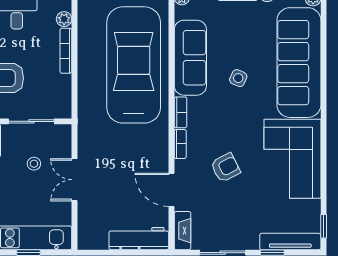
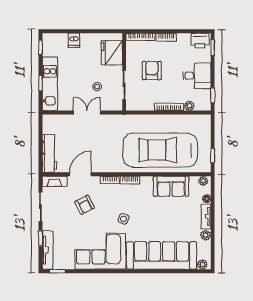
sofa: (190, 58) -> (171, 186), width x0.73
car: (134, 65) -> (160, 150), turned 180
side table: (238, 78) -> (124, 219), moved
armchair: (226, 168) -> (85, 205), moved

